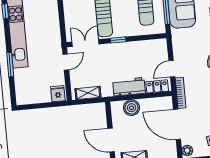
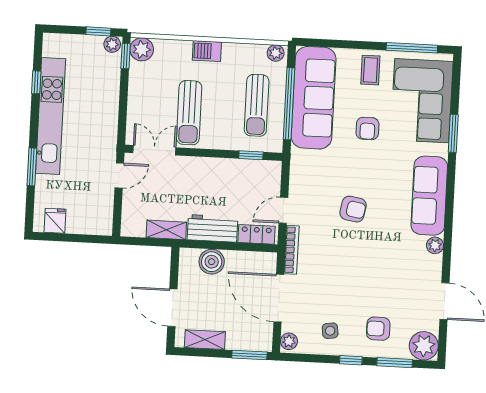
window: (118, 40) -> (251, 155), moved
shelving: (88, 93) -> (166, 230), moved
fridge: (58, 94) -> (55, 221), moved

